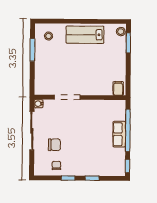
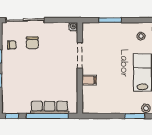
window: (32, 50) -> (110, 20), moved
filing cabinet: (118, 88) -> (89, 80), moved
sliding door: (32, 131) -> (25, 20), moved
row of seats: (119, 134) -> (49, 107), width x1.48

